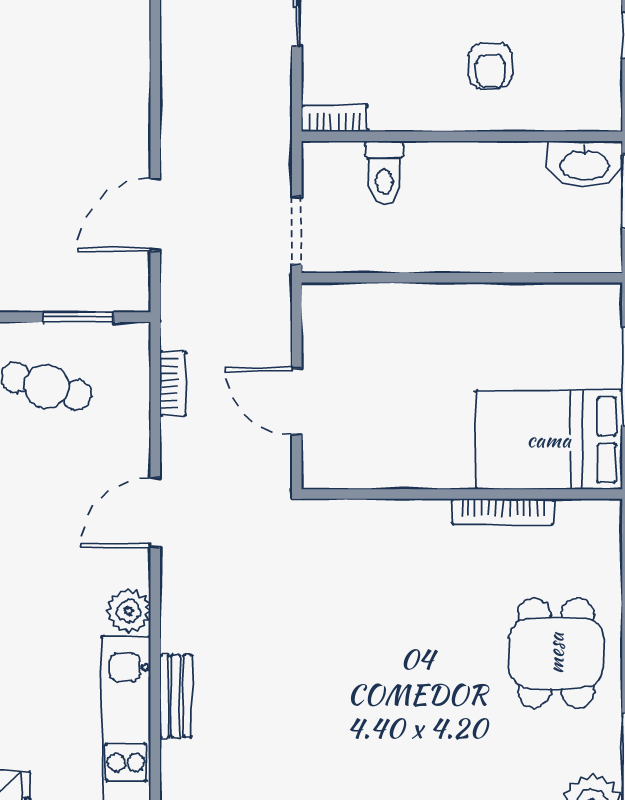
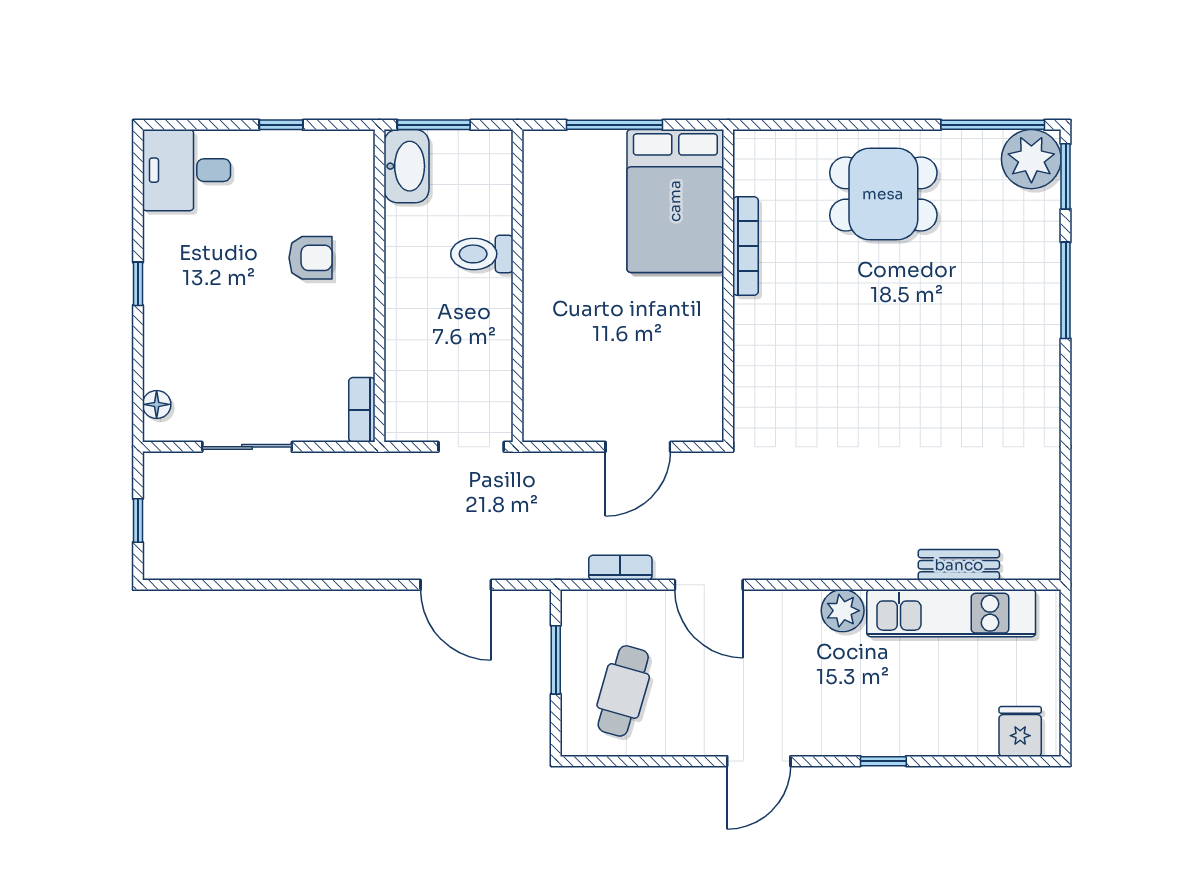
toilet: (384, 173) -> (482, 254), moved, turned 180
door: (155, 512) -> (709, 585), moved
bench: (176, 696) -> (959, 565), moved

